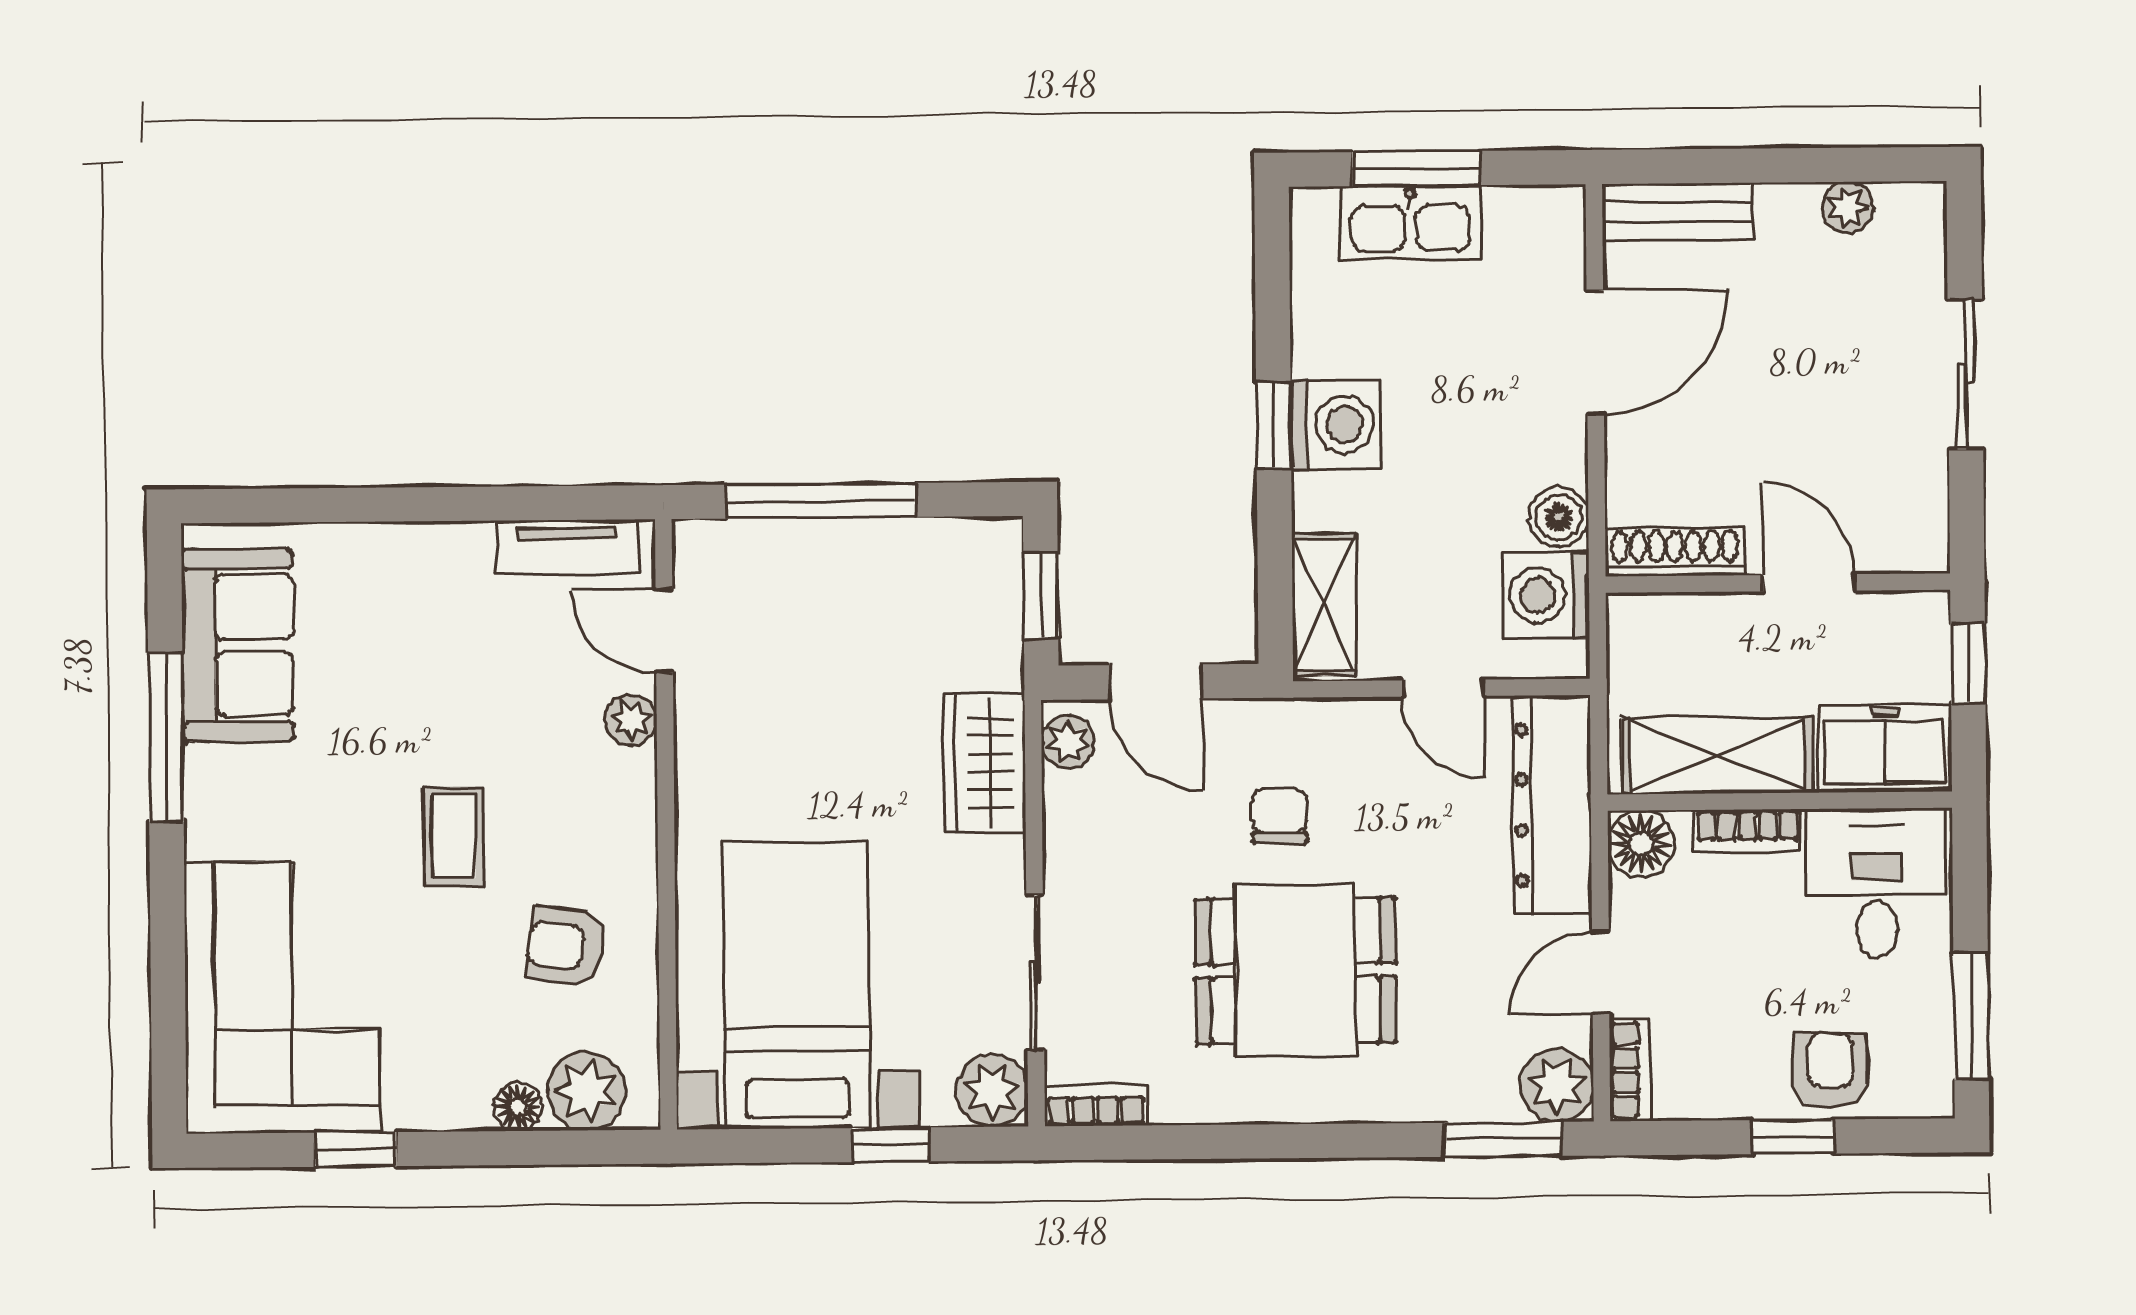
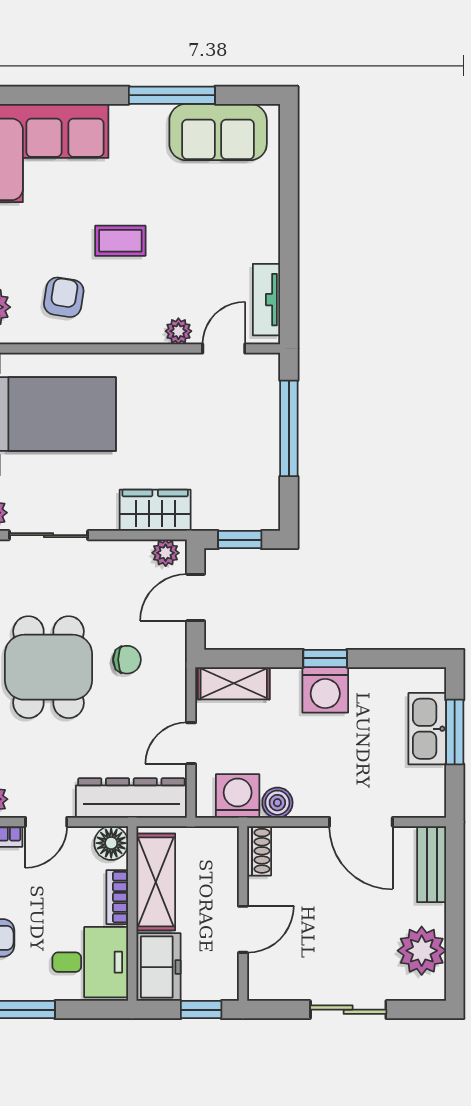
plant: (1848, 207) -> (422, 951), width x1.88, depth x1.88
shoe rack: (1675, 552) -> (259, 851), width x0.70
door: (1601, 973) -> (46, 822), swing flipped

